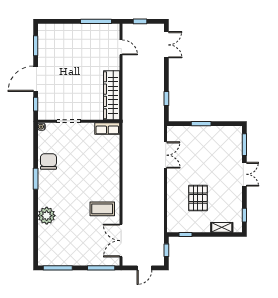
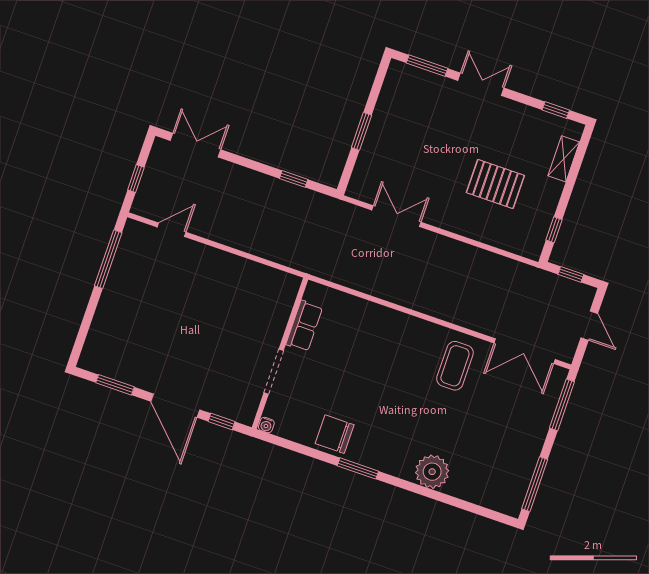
wardrobe: (112, 95) -> (253, 277), removed
row of seats: (107, 128) -> (304, 326), moved

